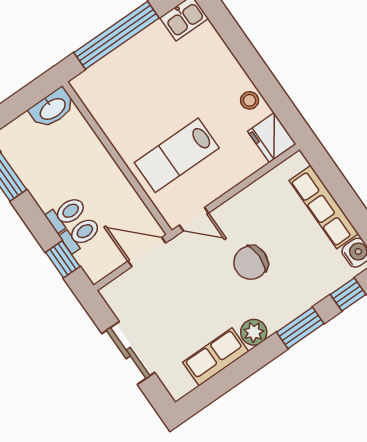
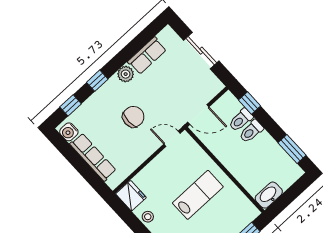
lab bench: (177, 155) -> (198, 195), moved
window: (300, 328) -> (97, 81), width x0.67

